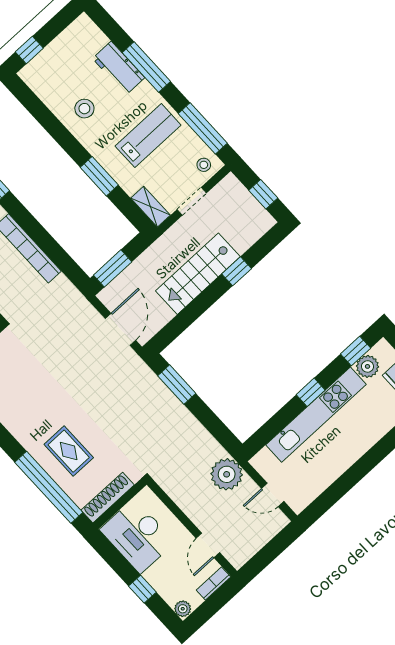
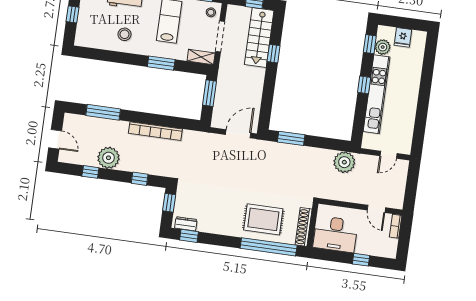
window: (29, 50) -> (72, 14), moved
doorway: (192, 201) -> (220, 37), width x1.38
window: (113, 268) -> (209, 93), moved
stairs: (198, 274) -> (259, 38), moved
door: (121, 329) -> (238, 134), hinge flipped
rug: (69, 451) -> (263, 219), width x1.36, depth x1.43
plant: (227, 474) -> (344, 162), moved
plant: (183, 609) -> (390, 253), removed

